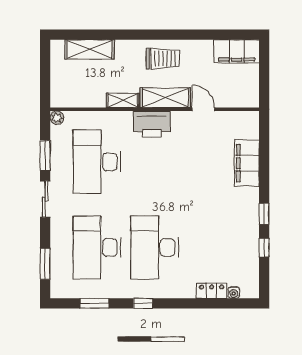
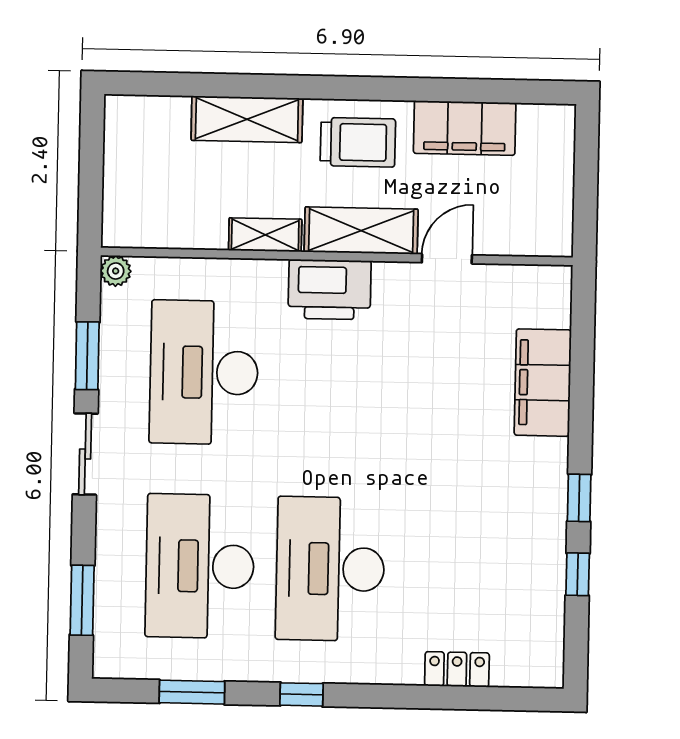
shelving: (90, 49) -> (247, 119), moved
filing cabinet: (237, 51) -> (465, 128), moved
door: (203, 109) -> (447, 259), hinge flipped
water cooler: (234, 293) -> (507, 674), removed

